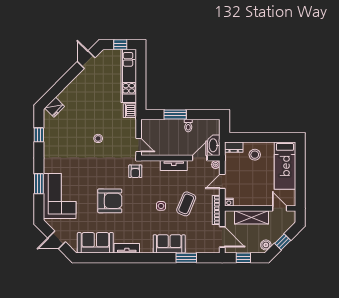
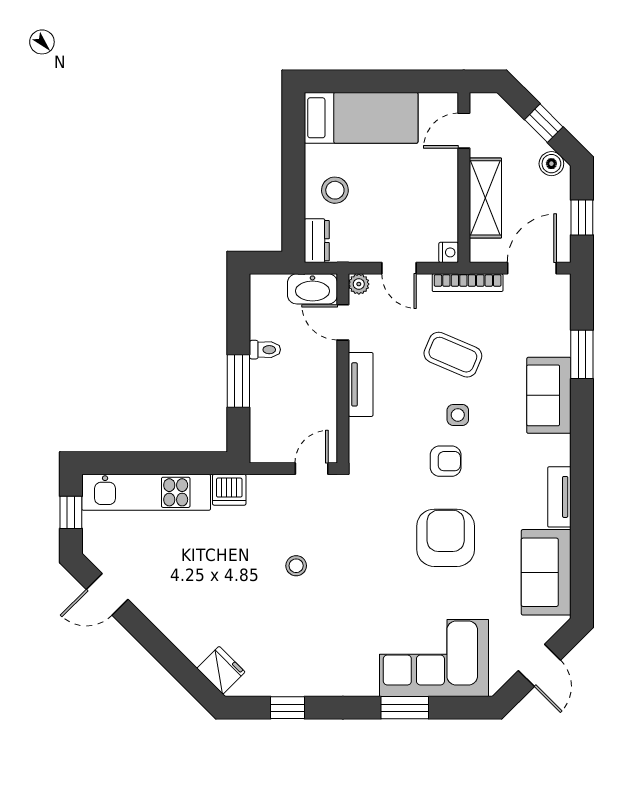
armchair: (135, 171) -> (446, 461), moved

